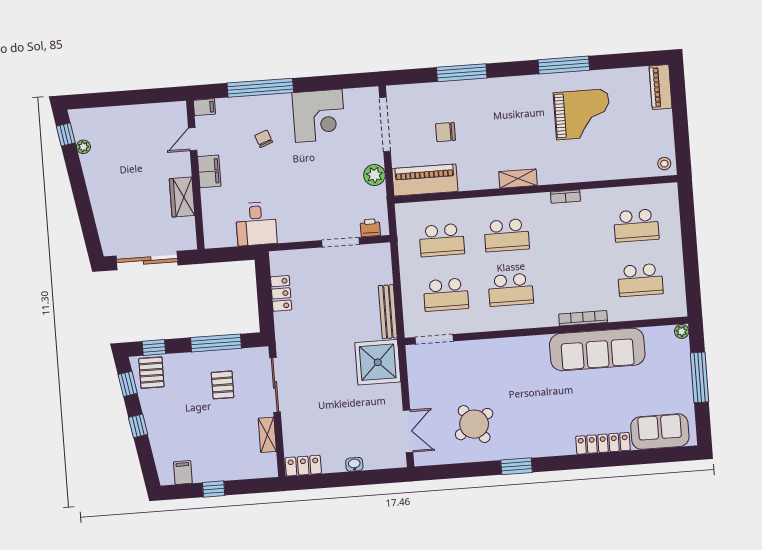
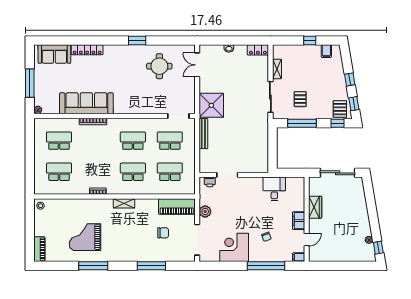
locker: (281, 293) -> (263, 148), removed
round table: (474, 424) -> (159, 66), turned 34

